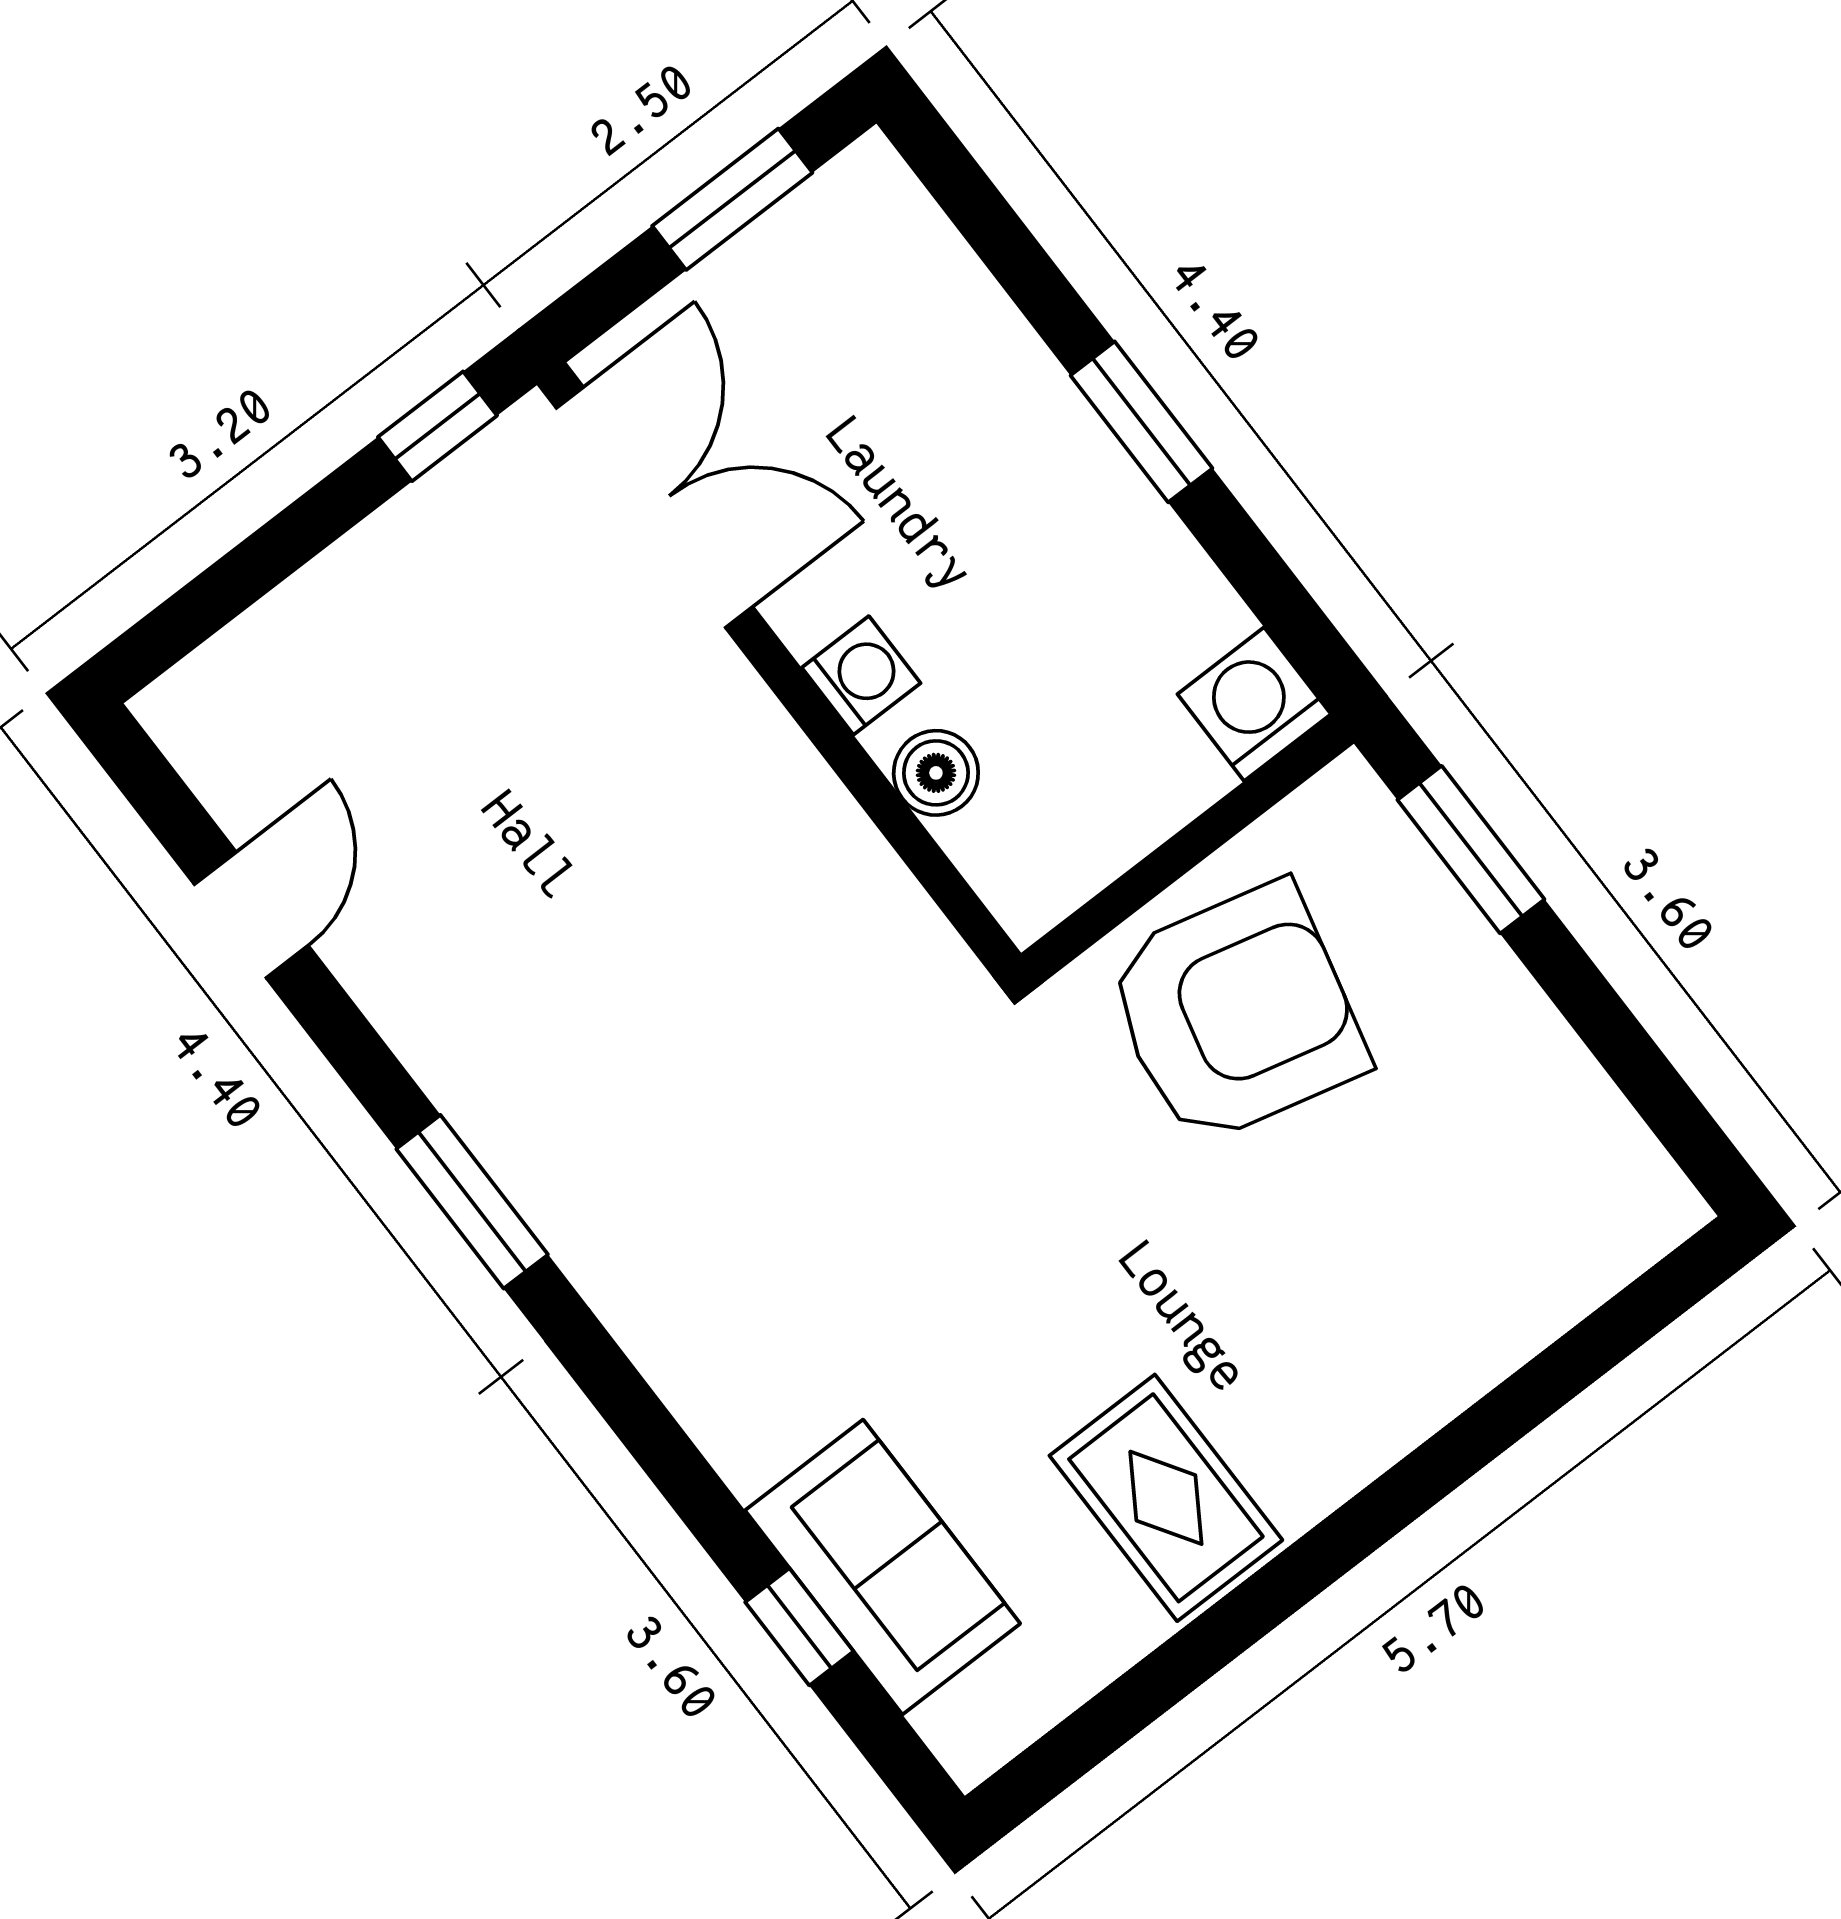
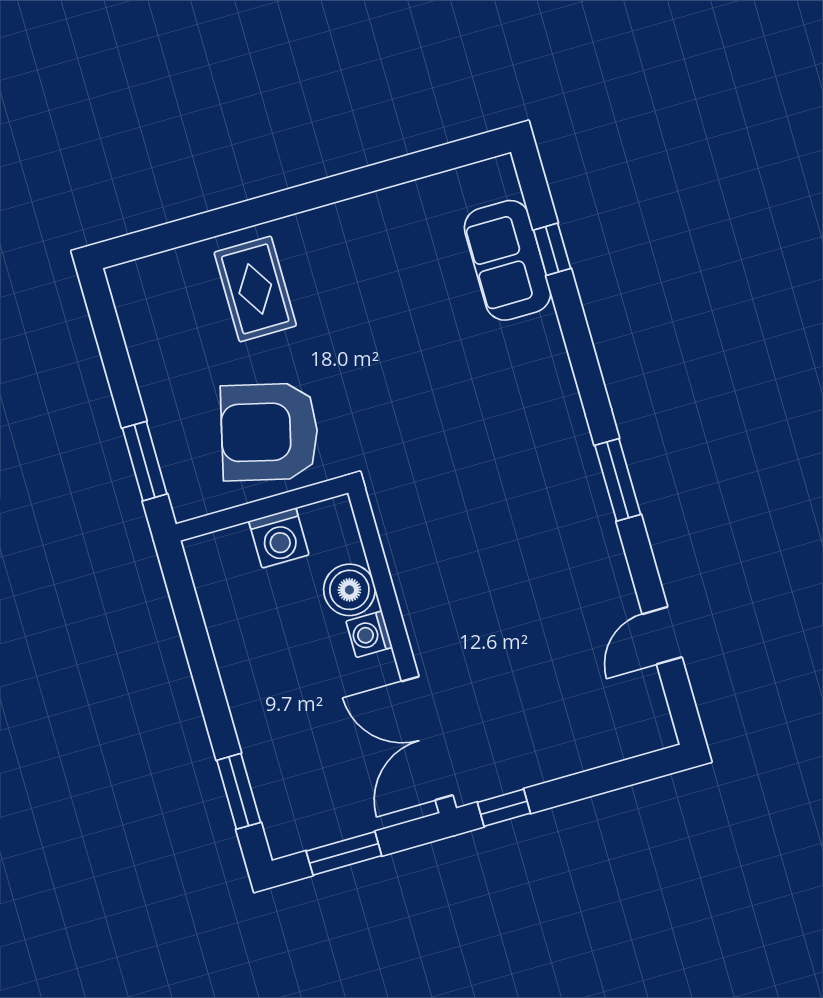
window: (1141, 422) -> (239, 791), moved
washing machine: (1254, 704) -> (279, 538), moved
boiler: (936, 773) -> (349, 590), width x1.36, depth x1.36
rug: (1166, 1498) -> (255, 289), moved

